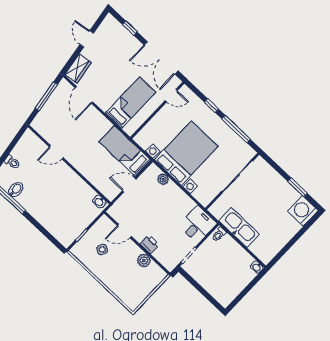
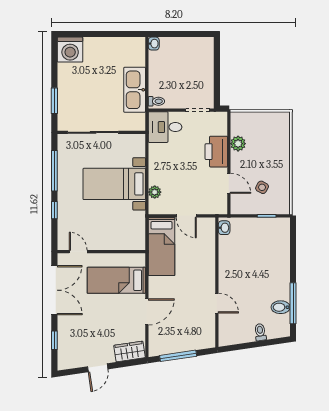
door: (84, 95) -> (147, 312), moved
bed with nightstands: (186, 153) -> (114, 184), width x0.73
window: (297, 187) -> (54, 101), moved
printer: (150, 244) -> (216, 152), width x1.87, depth x1.48

